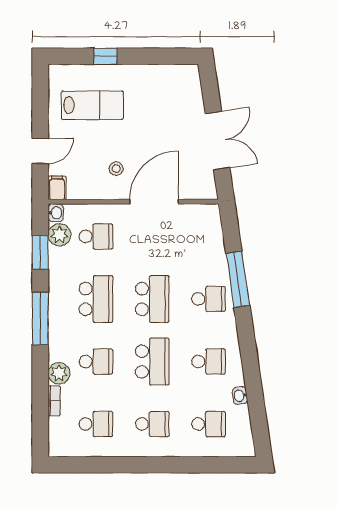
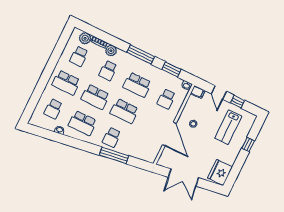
fridge: (178, 81) -> (220, 172), added
window: (40, 111) -> (237, 102), added
plant: (59, 235) -> (85, 38), moved
school desk: (209, 361) -> (82, 123), width x1.85
school desk: (152, 424) -> (66, 83), width x1.85

